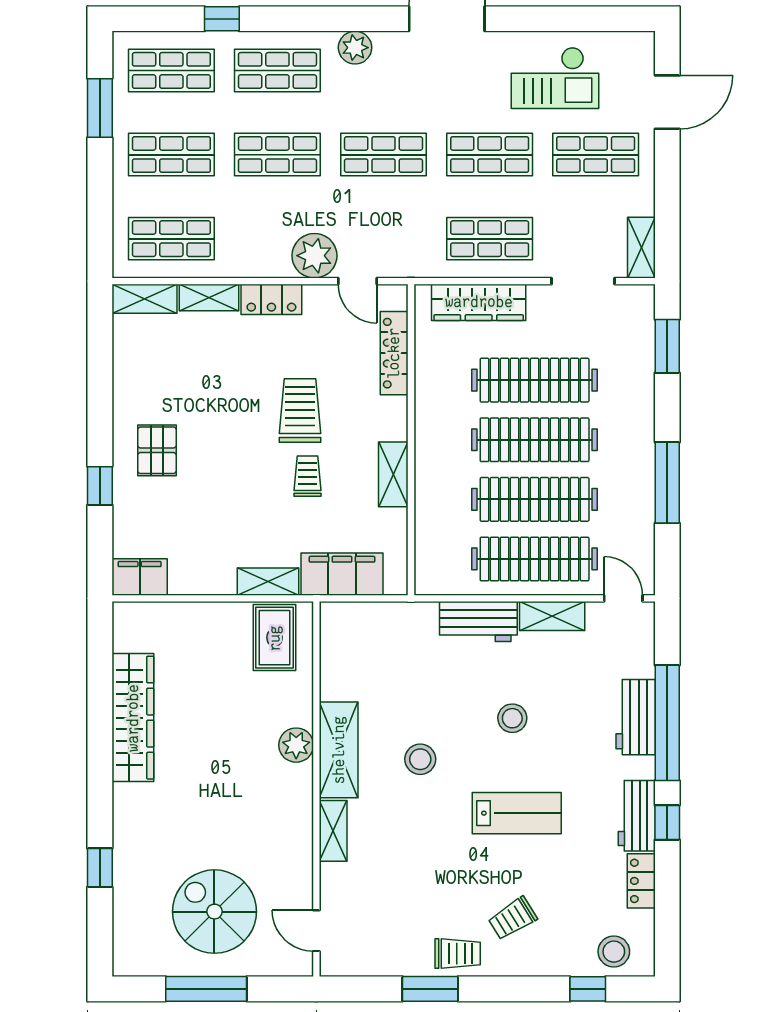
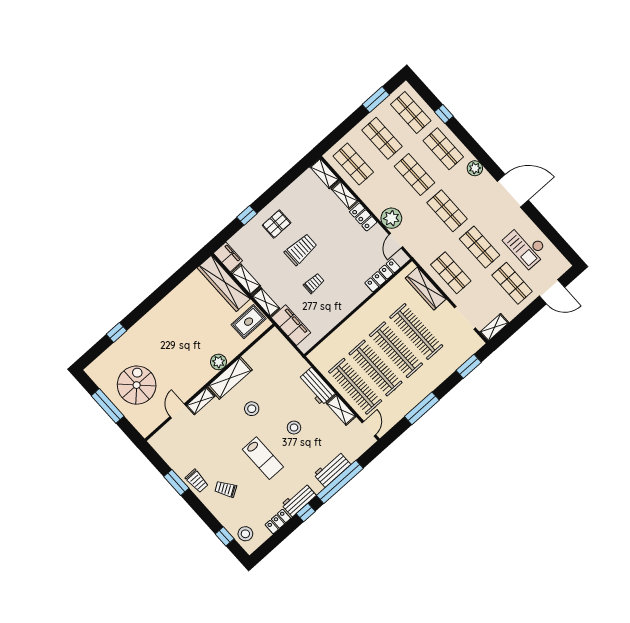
trolley: (300, 411) -> (301, 249), moved
shelving: (393, 474) -> (246, 280), moved, turned 90
wardrobe: (133, 718) -> (224, 283), moved, turned 90
door: (316, 931) -> (178, 411), moved

